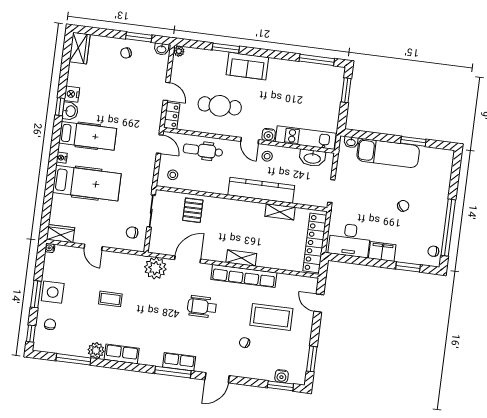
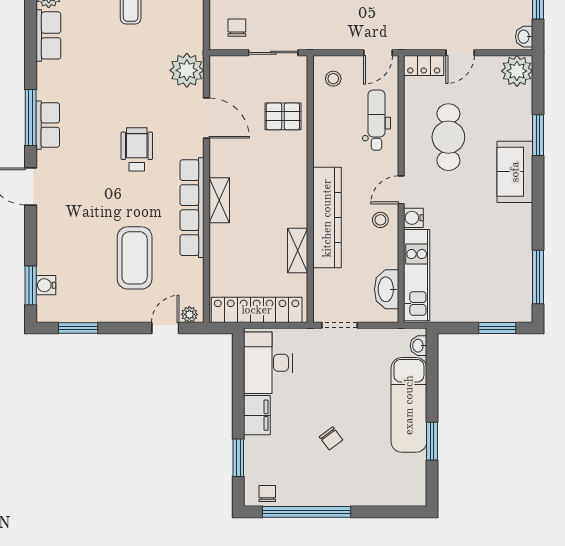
plant: (179, 51) -> (517, 71), width x1.88, depth x1.88
plant: (312, 286) -> (189, 314), added
chair: (245, 343) -> (90, 222), removed

